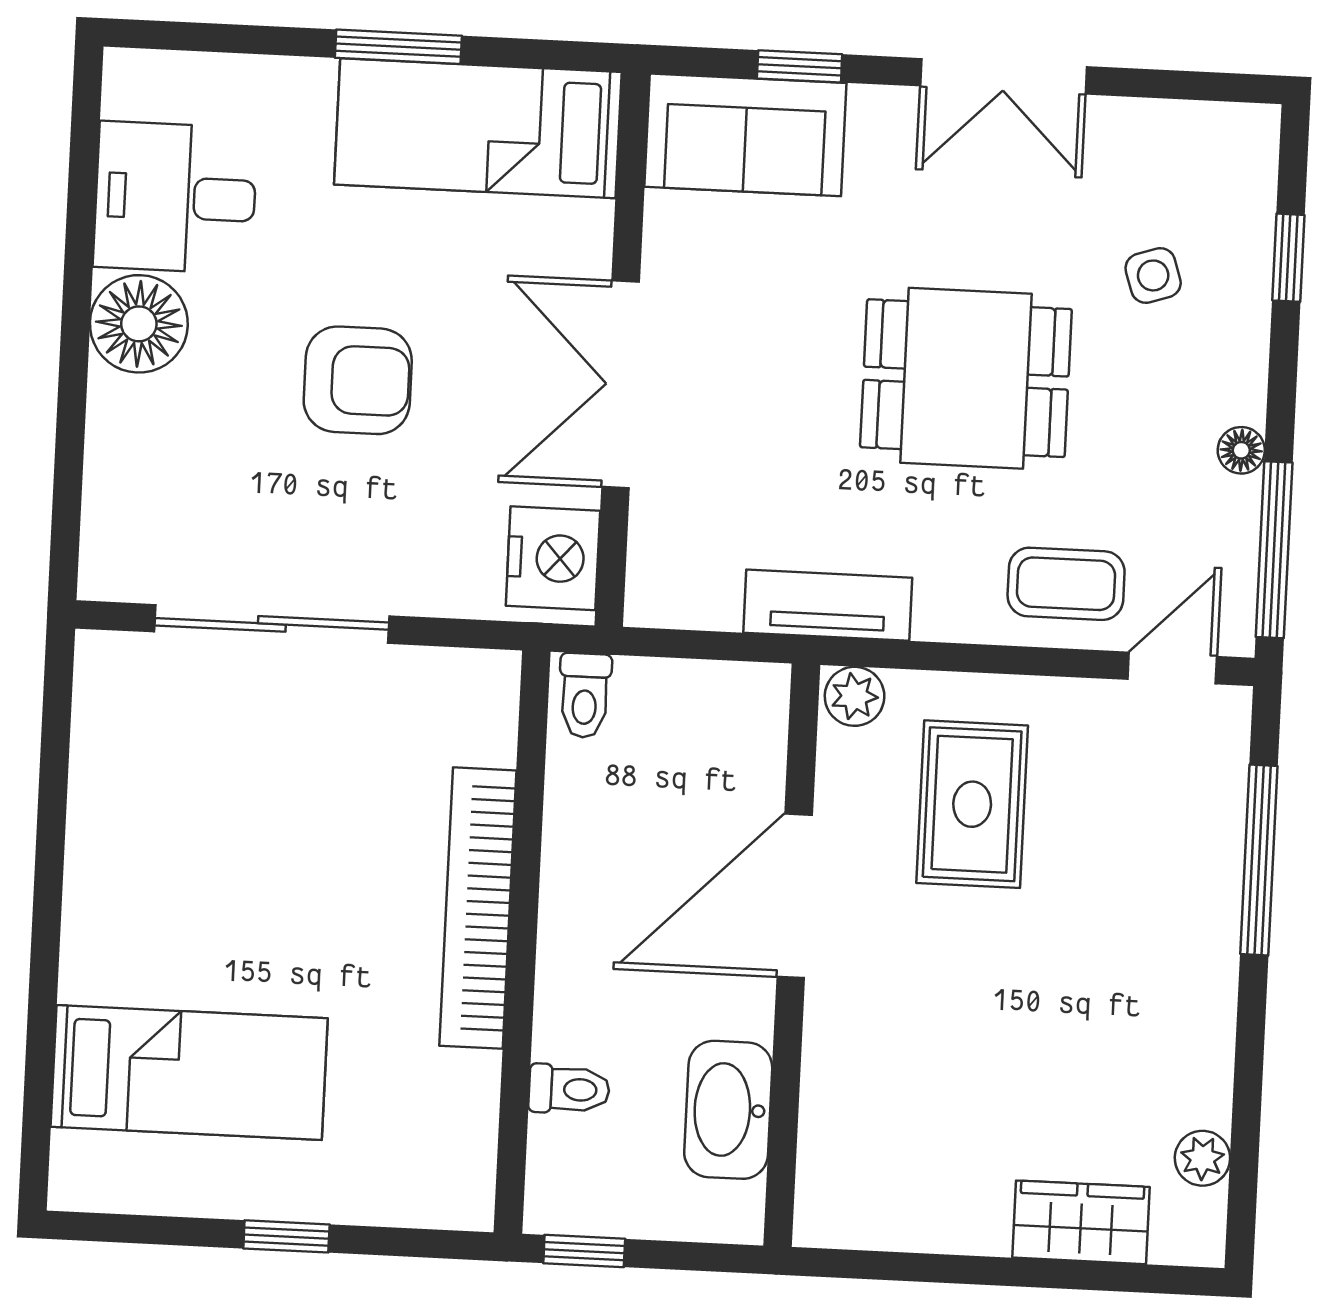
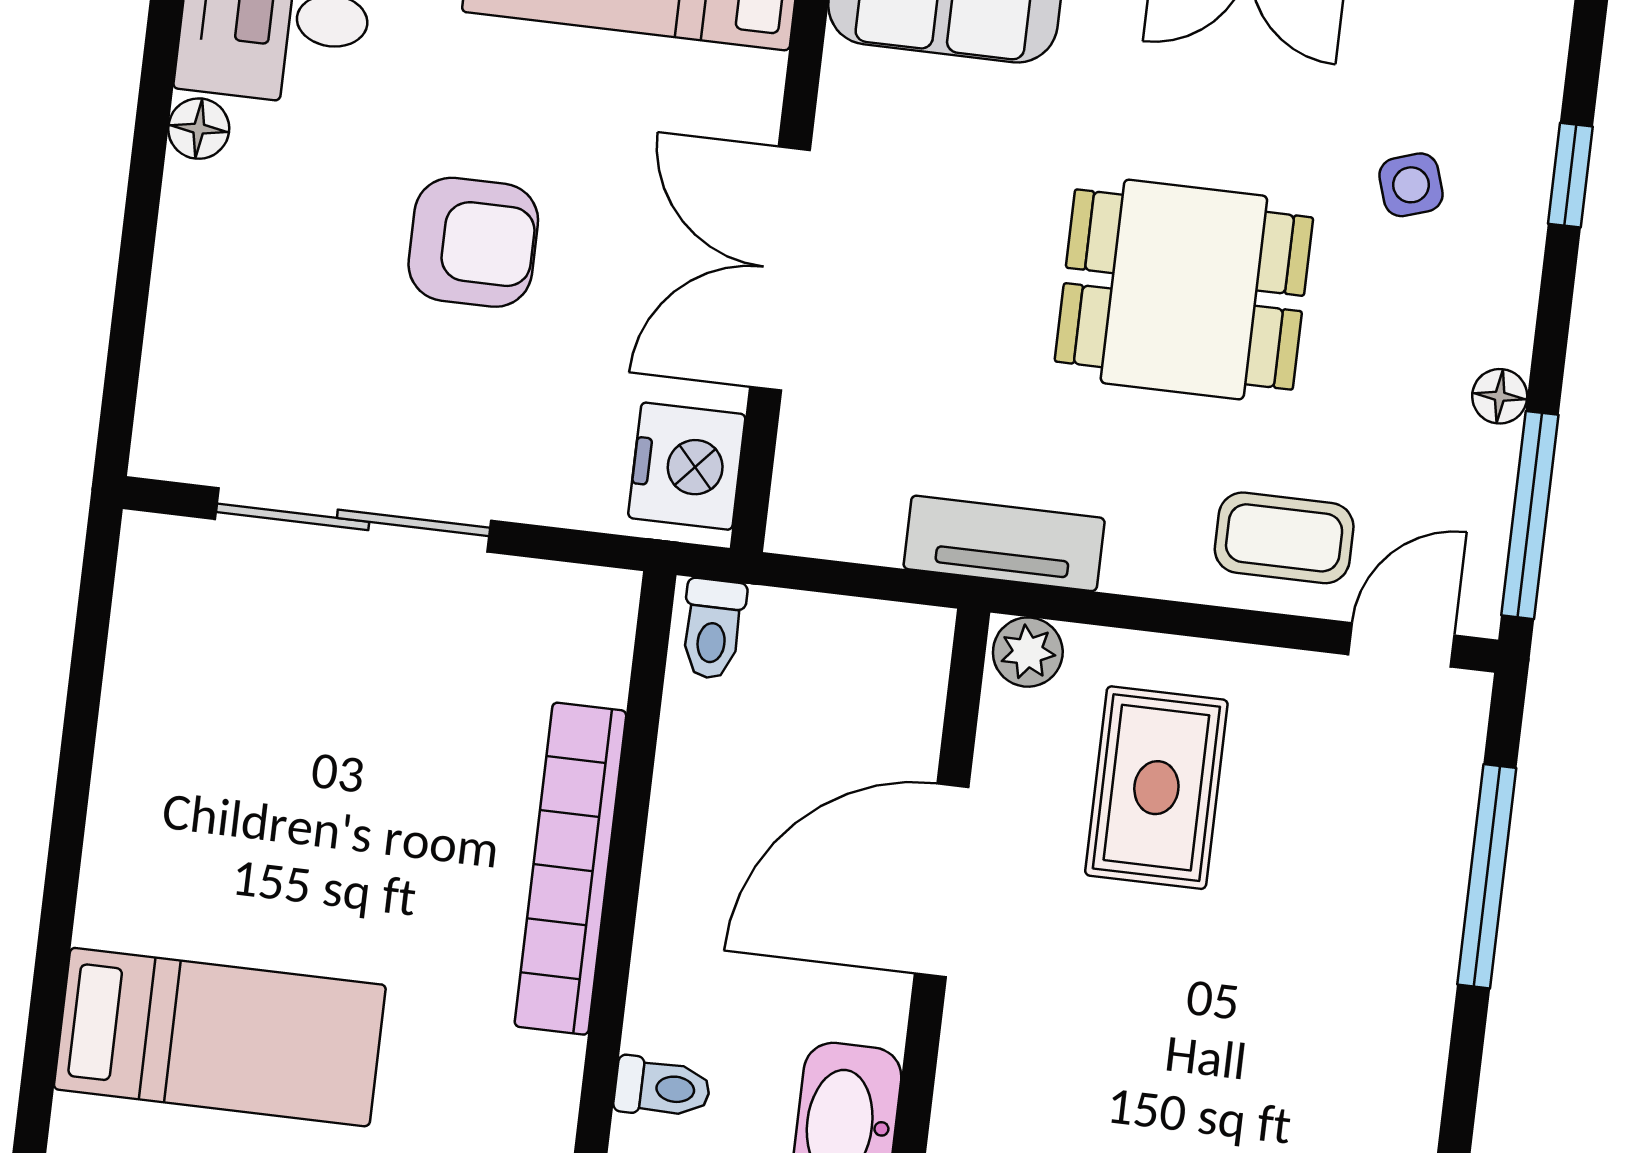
floor lamp: (139, 324) -> (199, 129), width x0.53, depth x0.53

